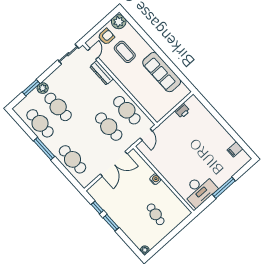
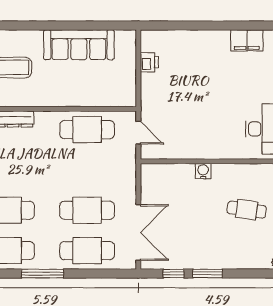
cafe table: (109, 127) -> (87, 210), moved
filing cabinet: (235, 149) -> (247, 40), width x2.00
double door: (114, 164) -> (138, 232), moved

